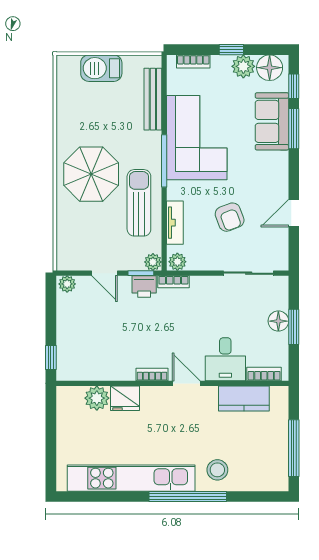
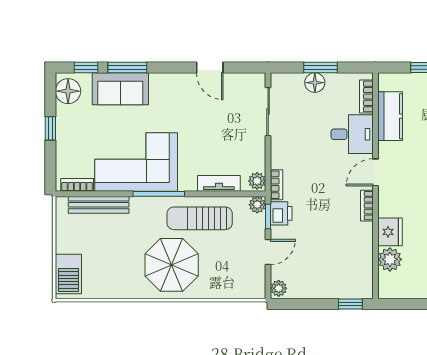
bookcase: (193, 61) -> (77, 185), moved, turned -90
plant: (243, 66) -> (67, 117), removed
barbecue: (101, 68) -> (68, 274), moved
armchair: (230, 217) -> (214, 130), removed

